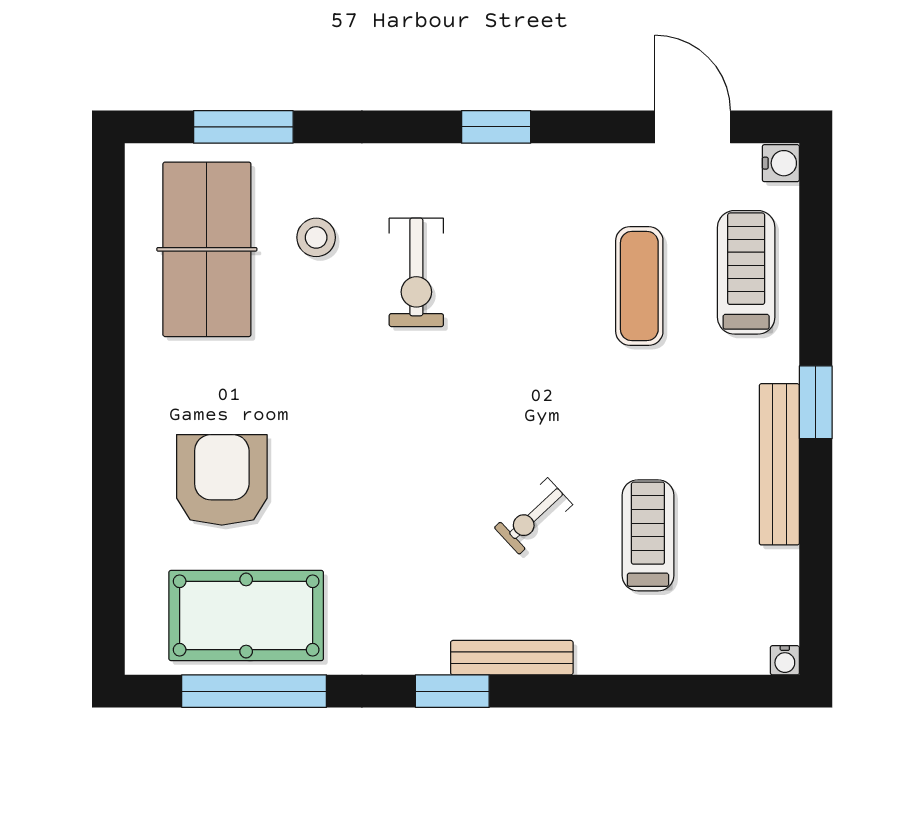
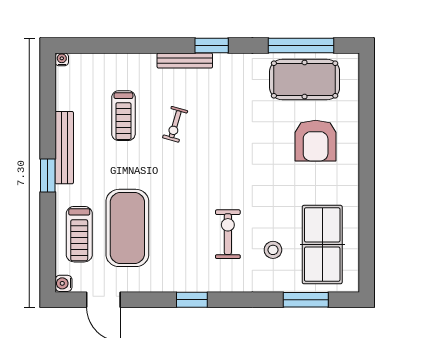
exercise mat: (639, 286) -> (127, 228), width x2.00, depth x1.45
exercise bike: (533, 516) -> (175, 124), turned 149

